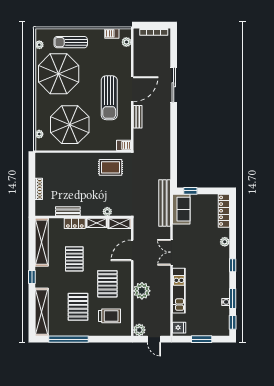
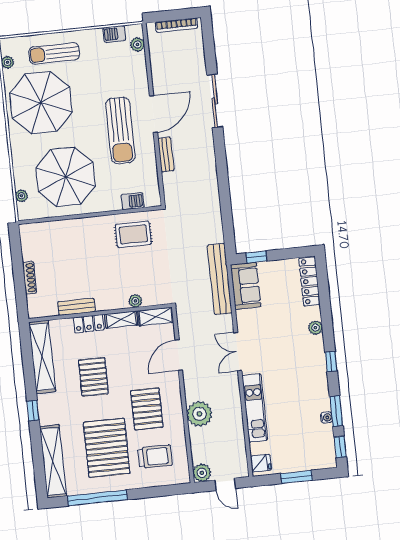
barbecue: (124, 145) -> (132, 201), moved
pallet: (78, 307) -> (107, 448), width x1.37, depth x1.41

